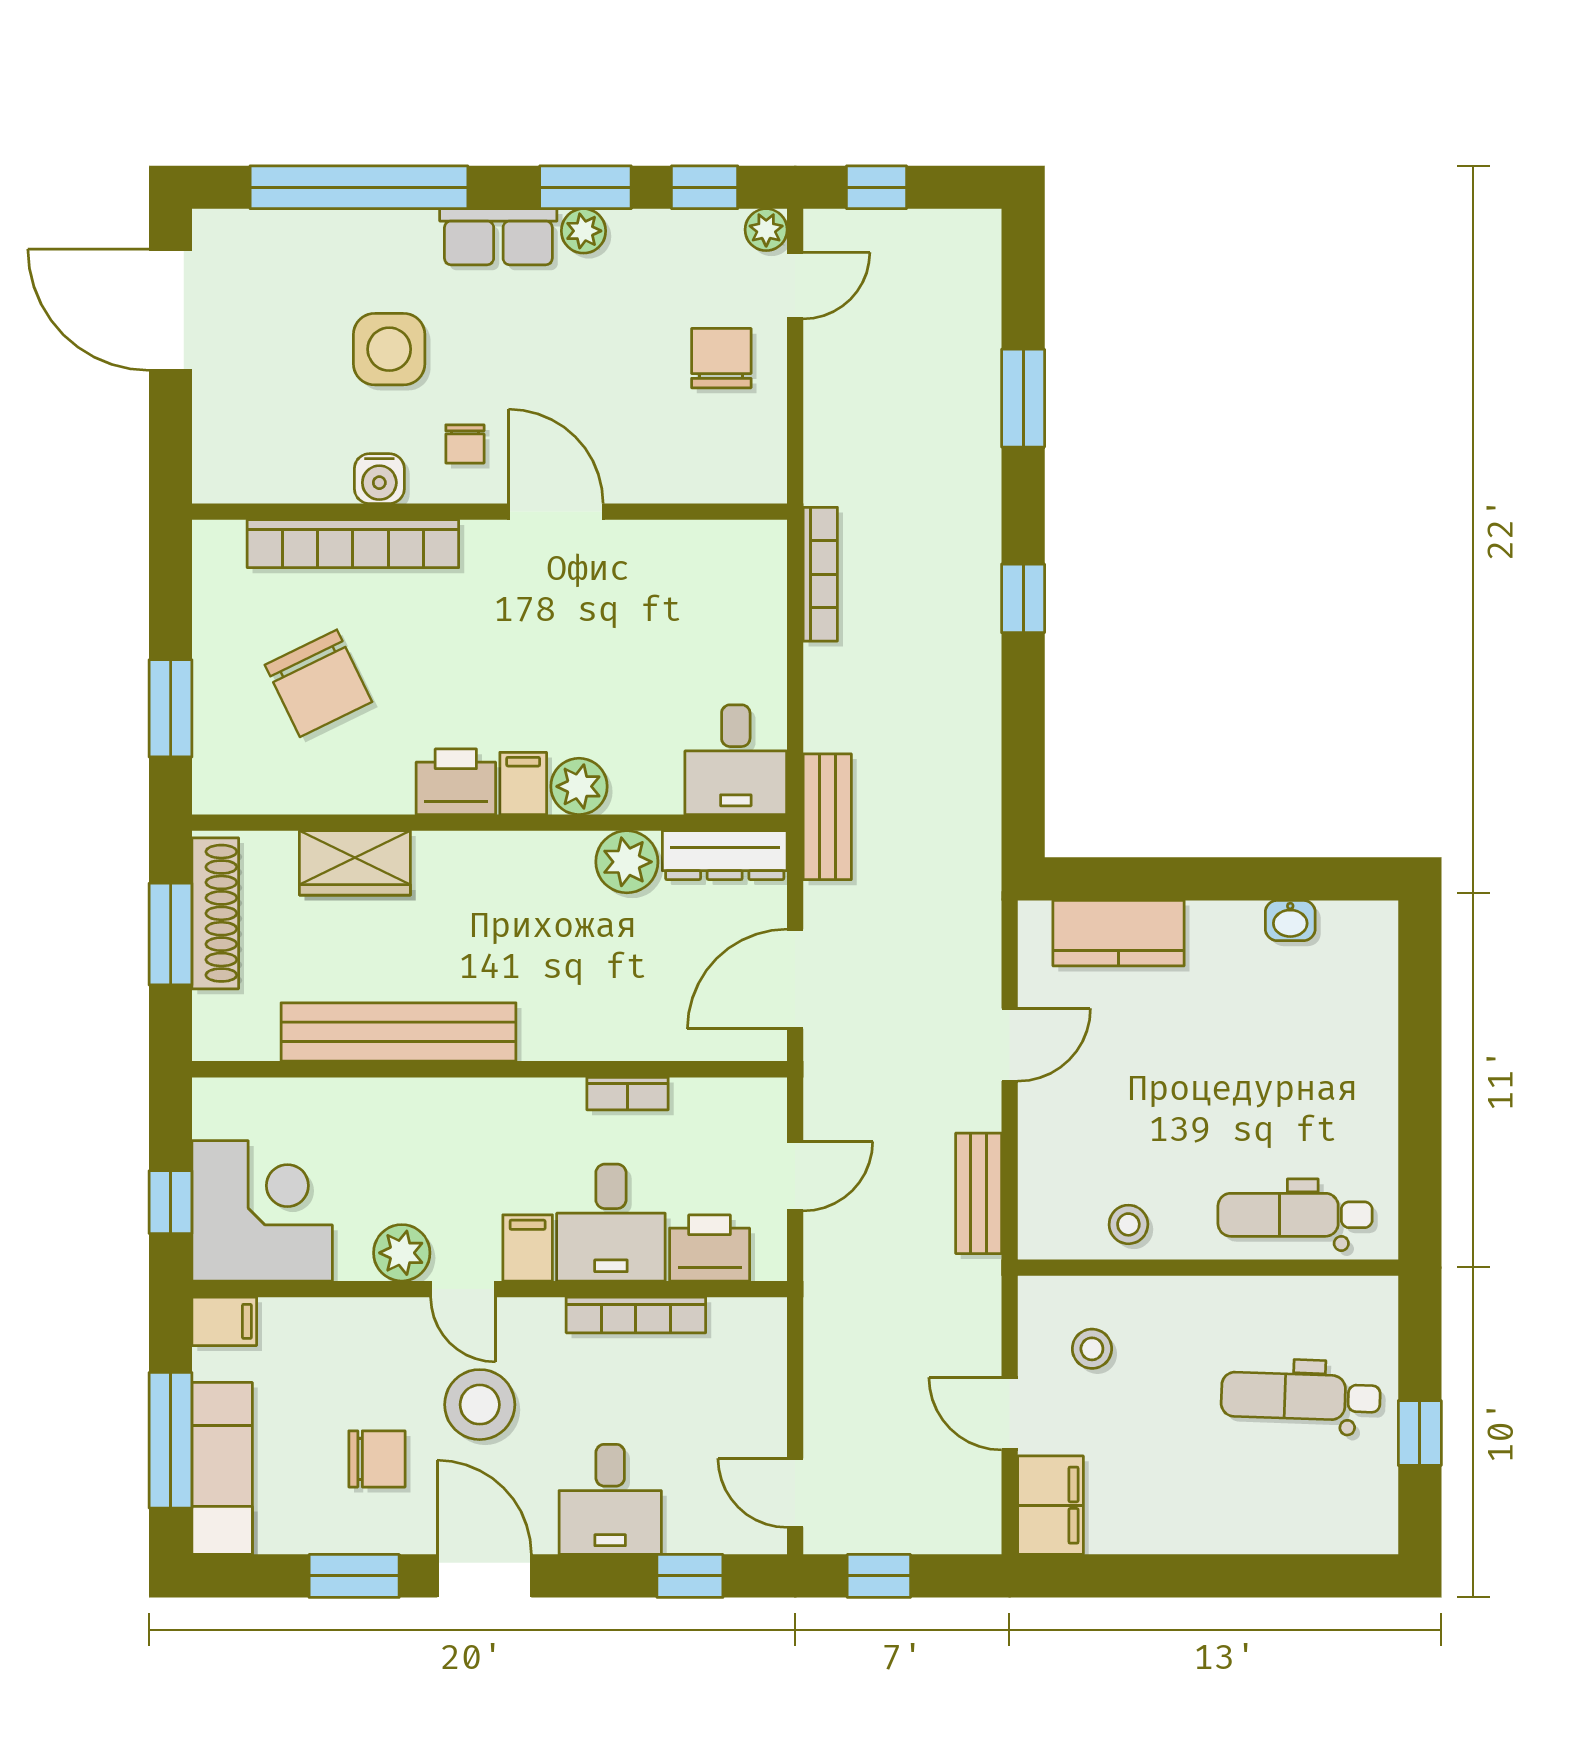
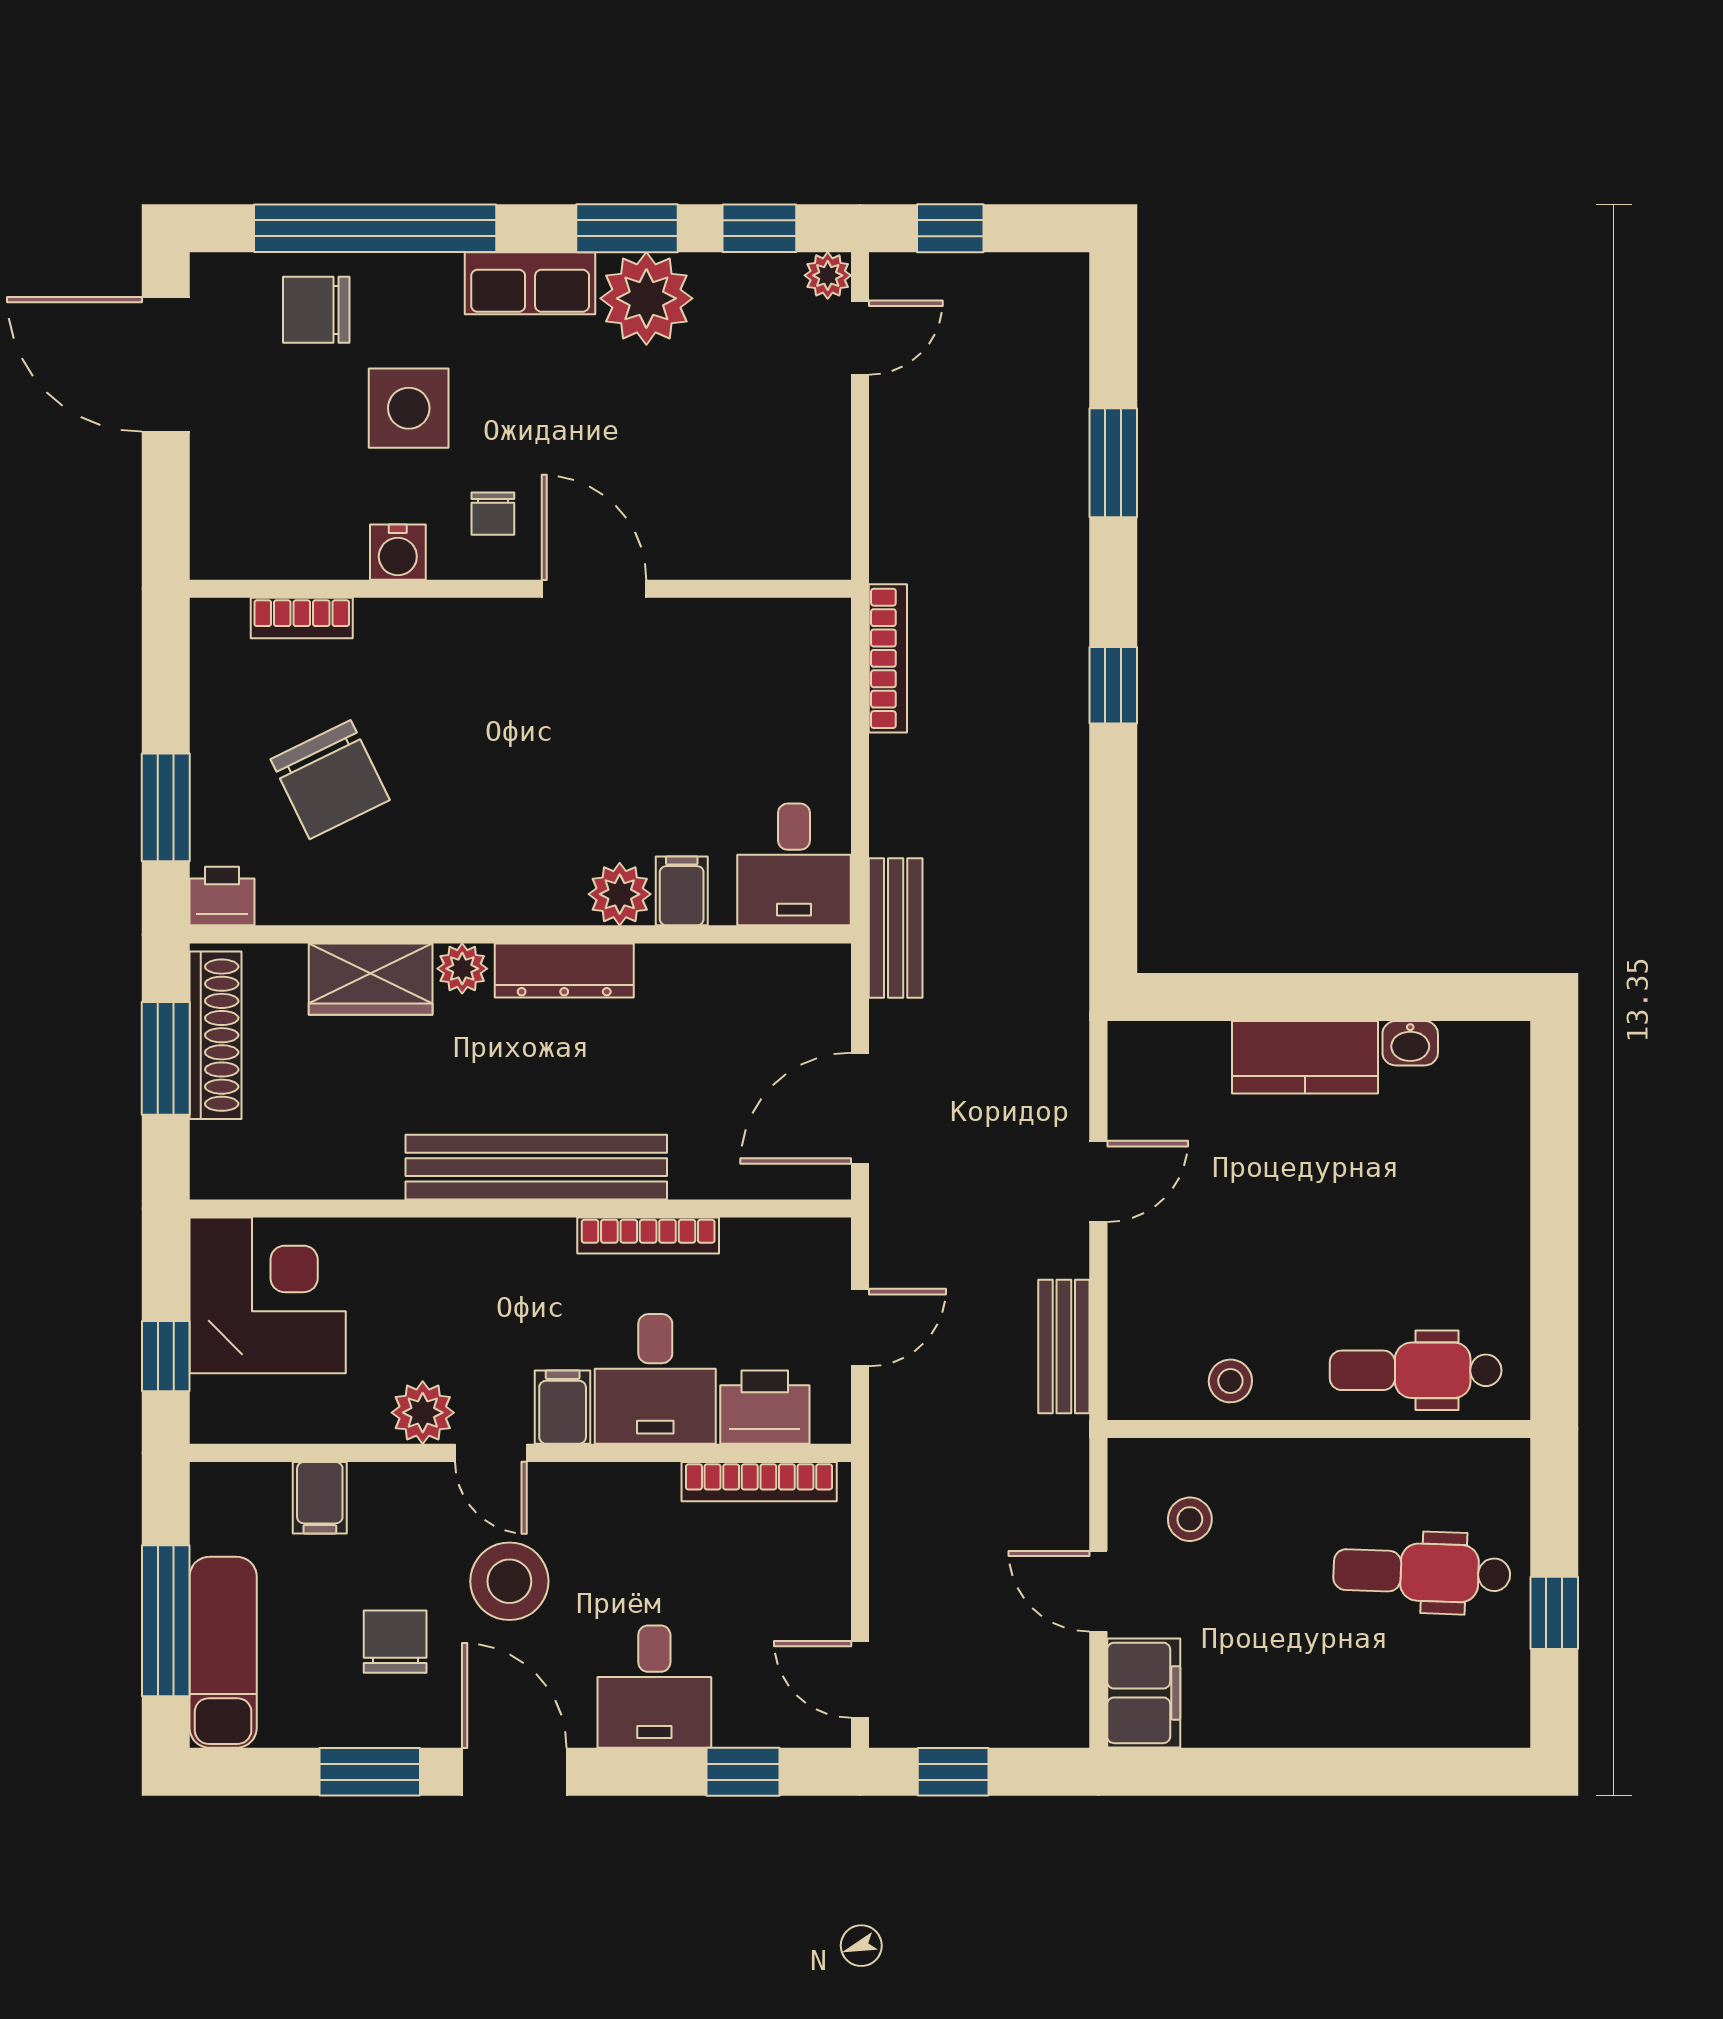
plant: (584, 231) -> (646, 298), width x1.87, depth x1.87
chair: (721, 358) -> (316, 310), moved, turned -90
bookcase: (353, 544) -> (302, 618), width x0.43, depth x0.76
printer: (456, 782) -> (222, 896), moved, width x0.73, depth x0.81
filing cabinet: (523, 783) -> (682, 891), moved
dresser: (725, 855) -> (564, 971), moved
plant: (627, 862) -> (462, 969), moved, width x0.73, depth x0.73
kitchen counter: (1119, 933) -> (1305, 1057), moved
bench: (399, 1032) -> (536, 1167), moved
bookcase: (627, 1094) -> (648, 1236), width x1.56
corner desk: (262, 1211) -> (268, 1295), moved
bookcase: (636, 1315) -> (759, 1482), moved
filing cabinet: (224, 1321) -> (320, 1498), moved, turned 90
chair: (377, 1459) -> (395, 1642), turned -90

